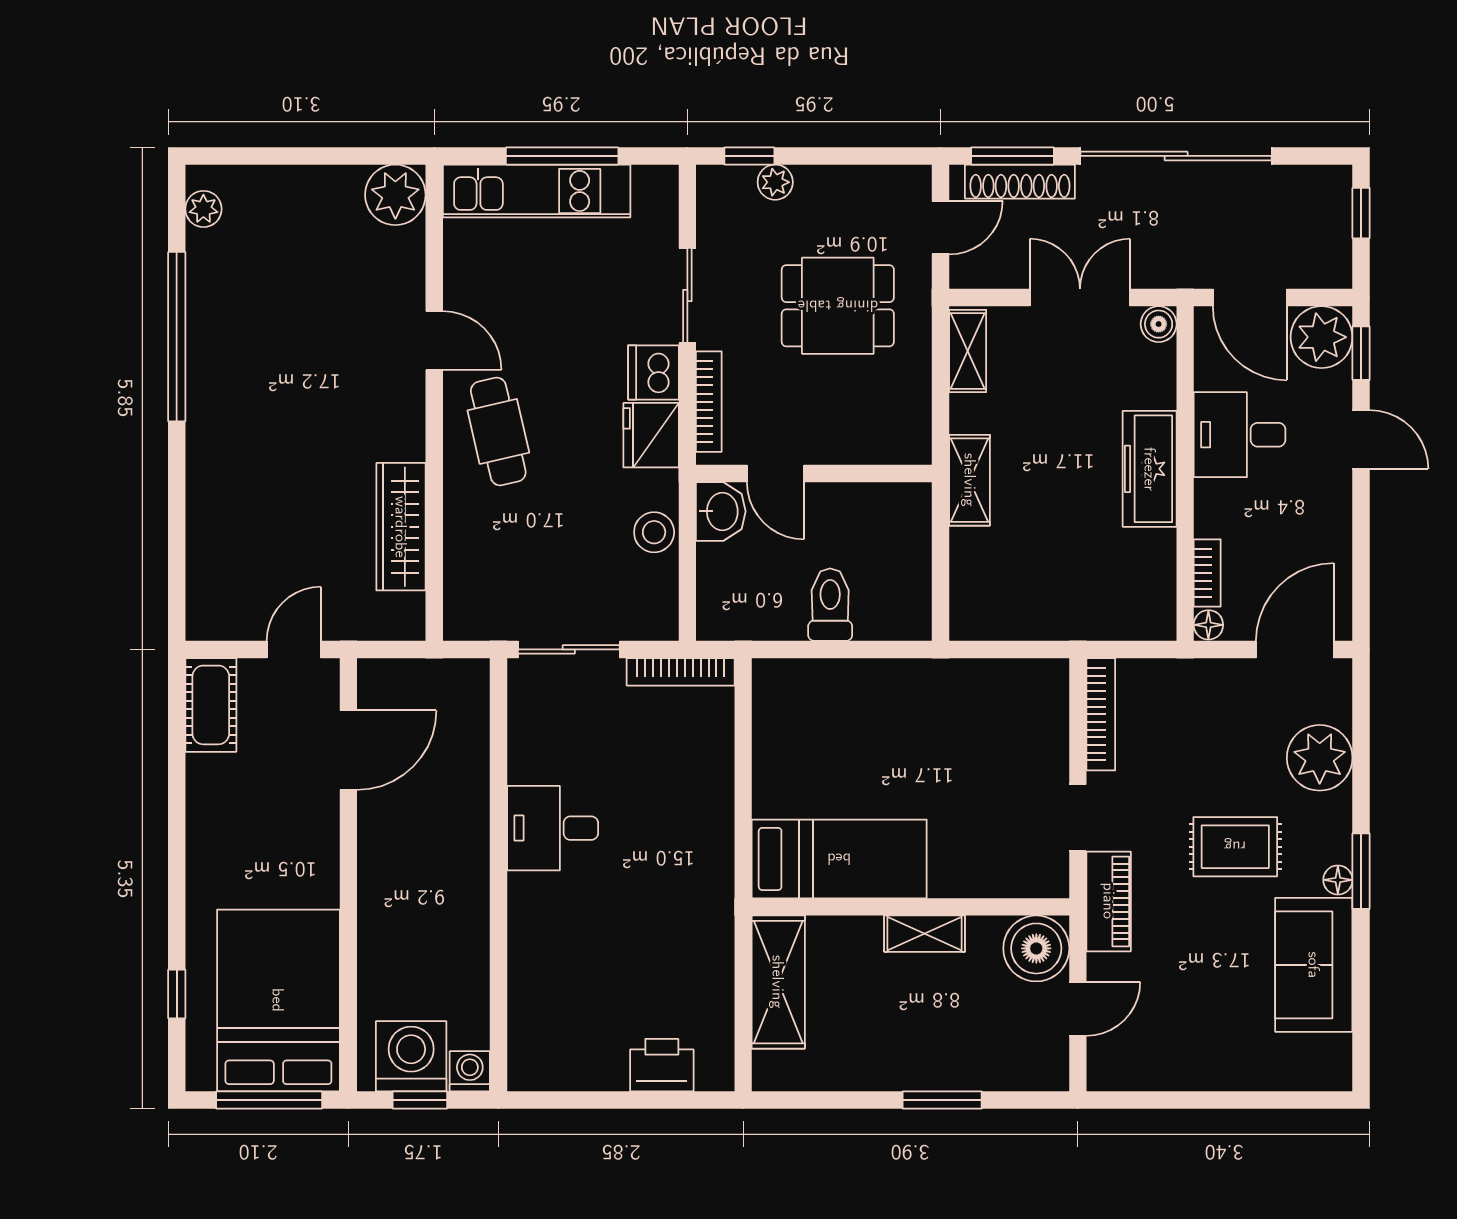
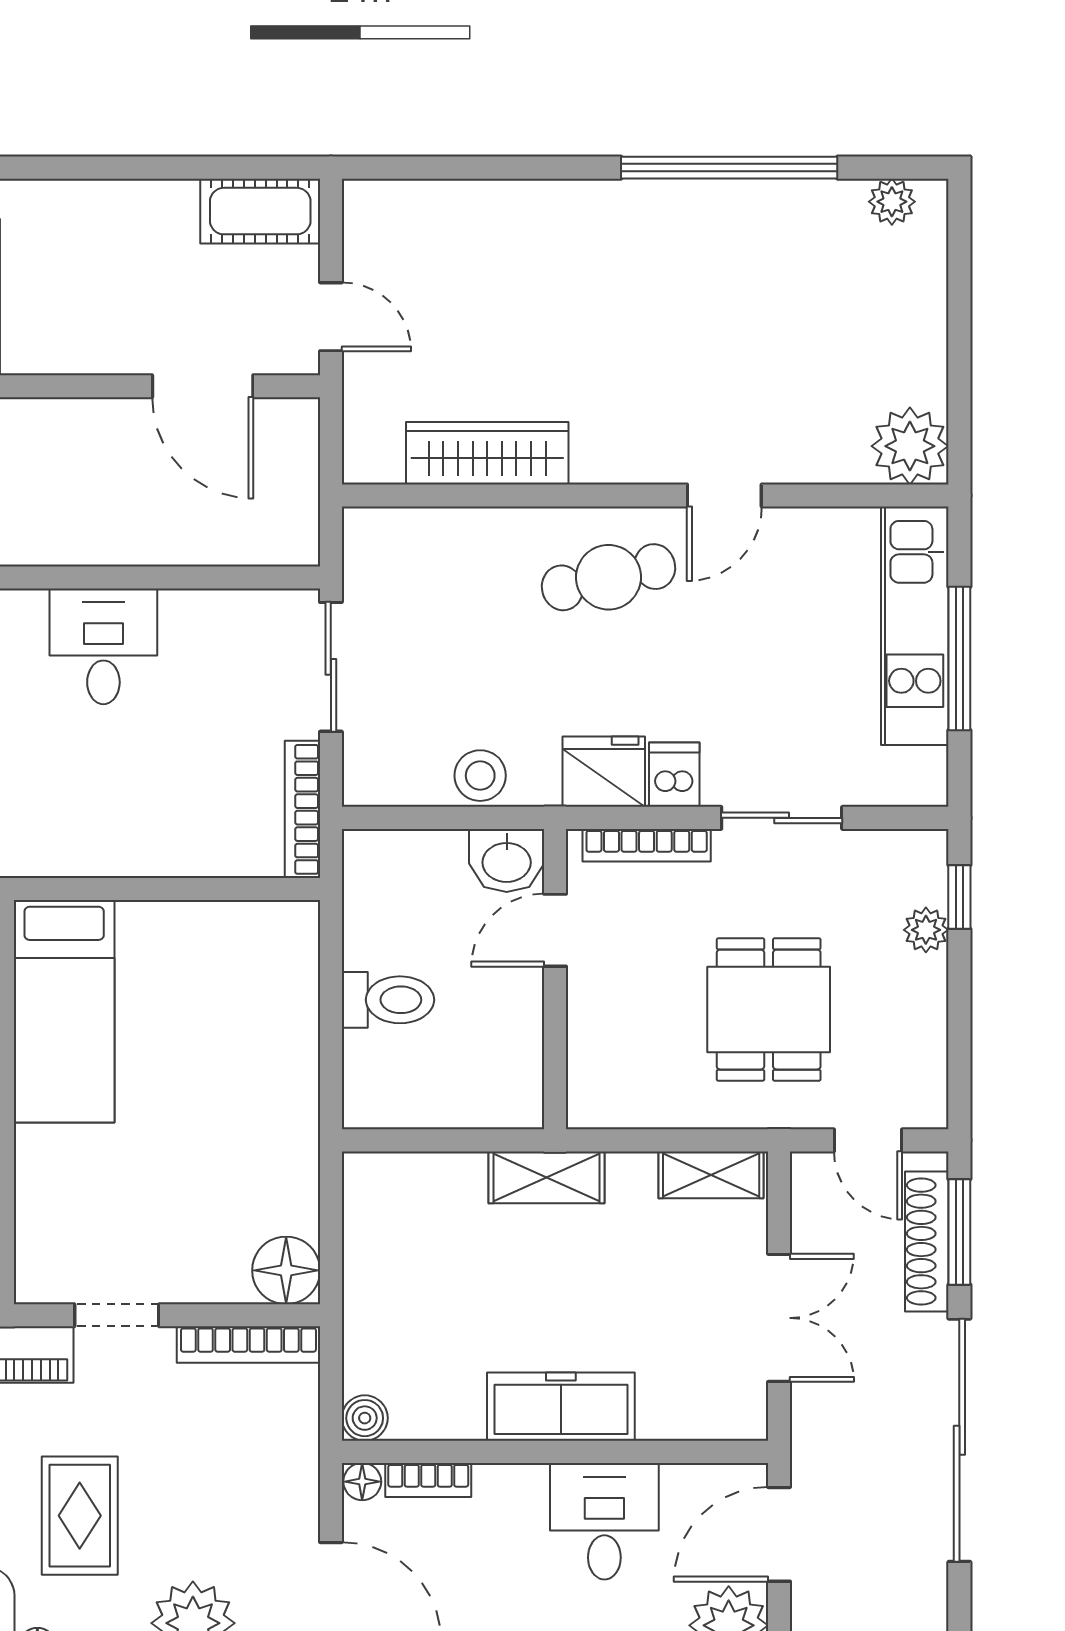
boiler: (1159, 324) -> (365, 1418), moved
dishwasher: (653, 372) -> (674, 775), width x0.73
floor lamp: (1043, 685) -> (286, 1270), added

